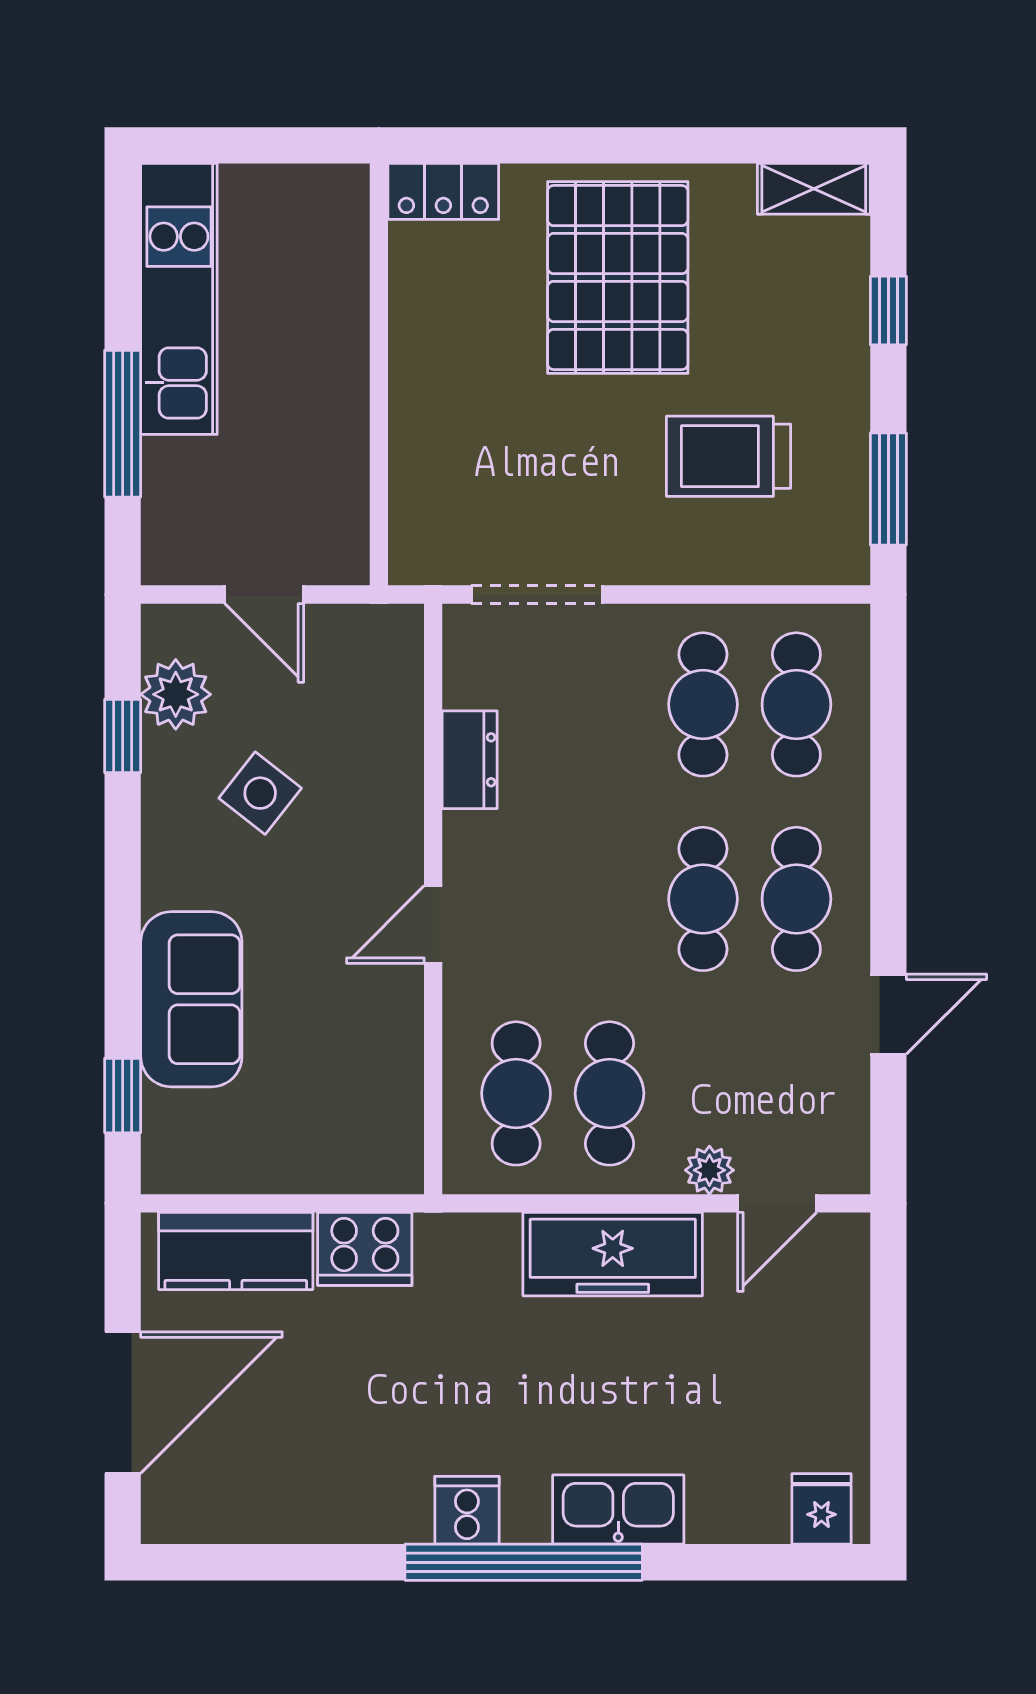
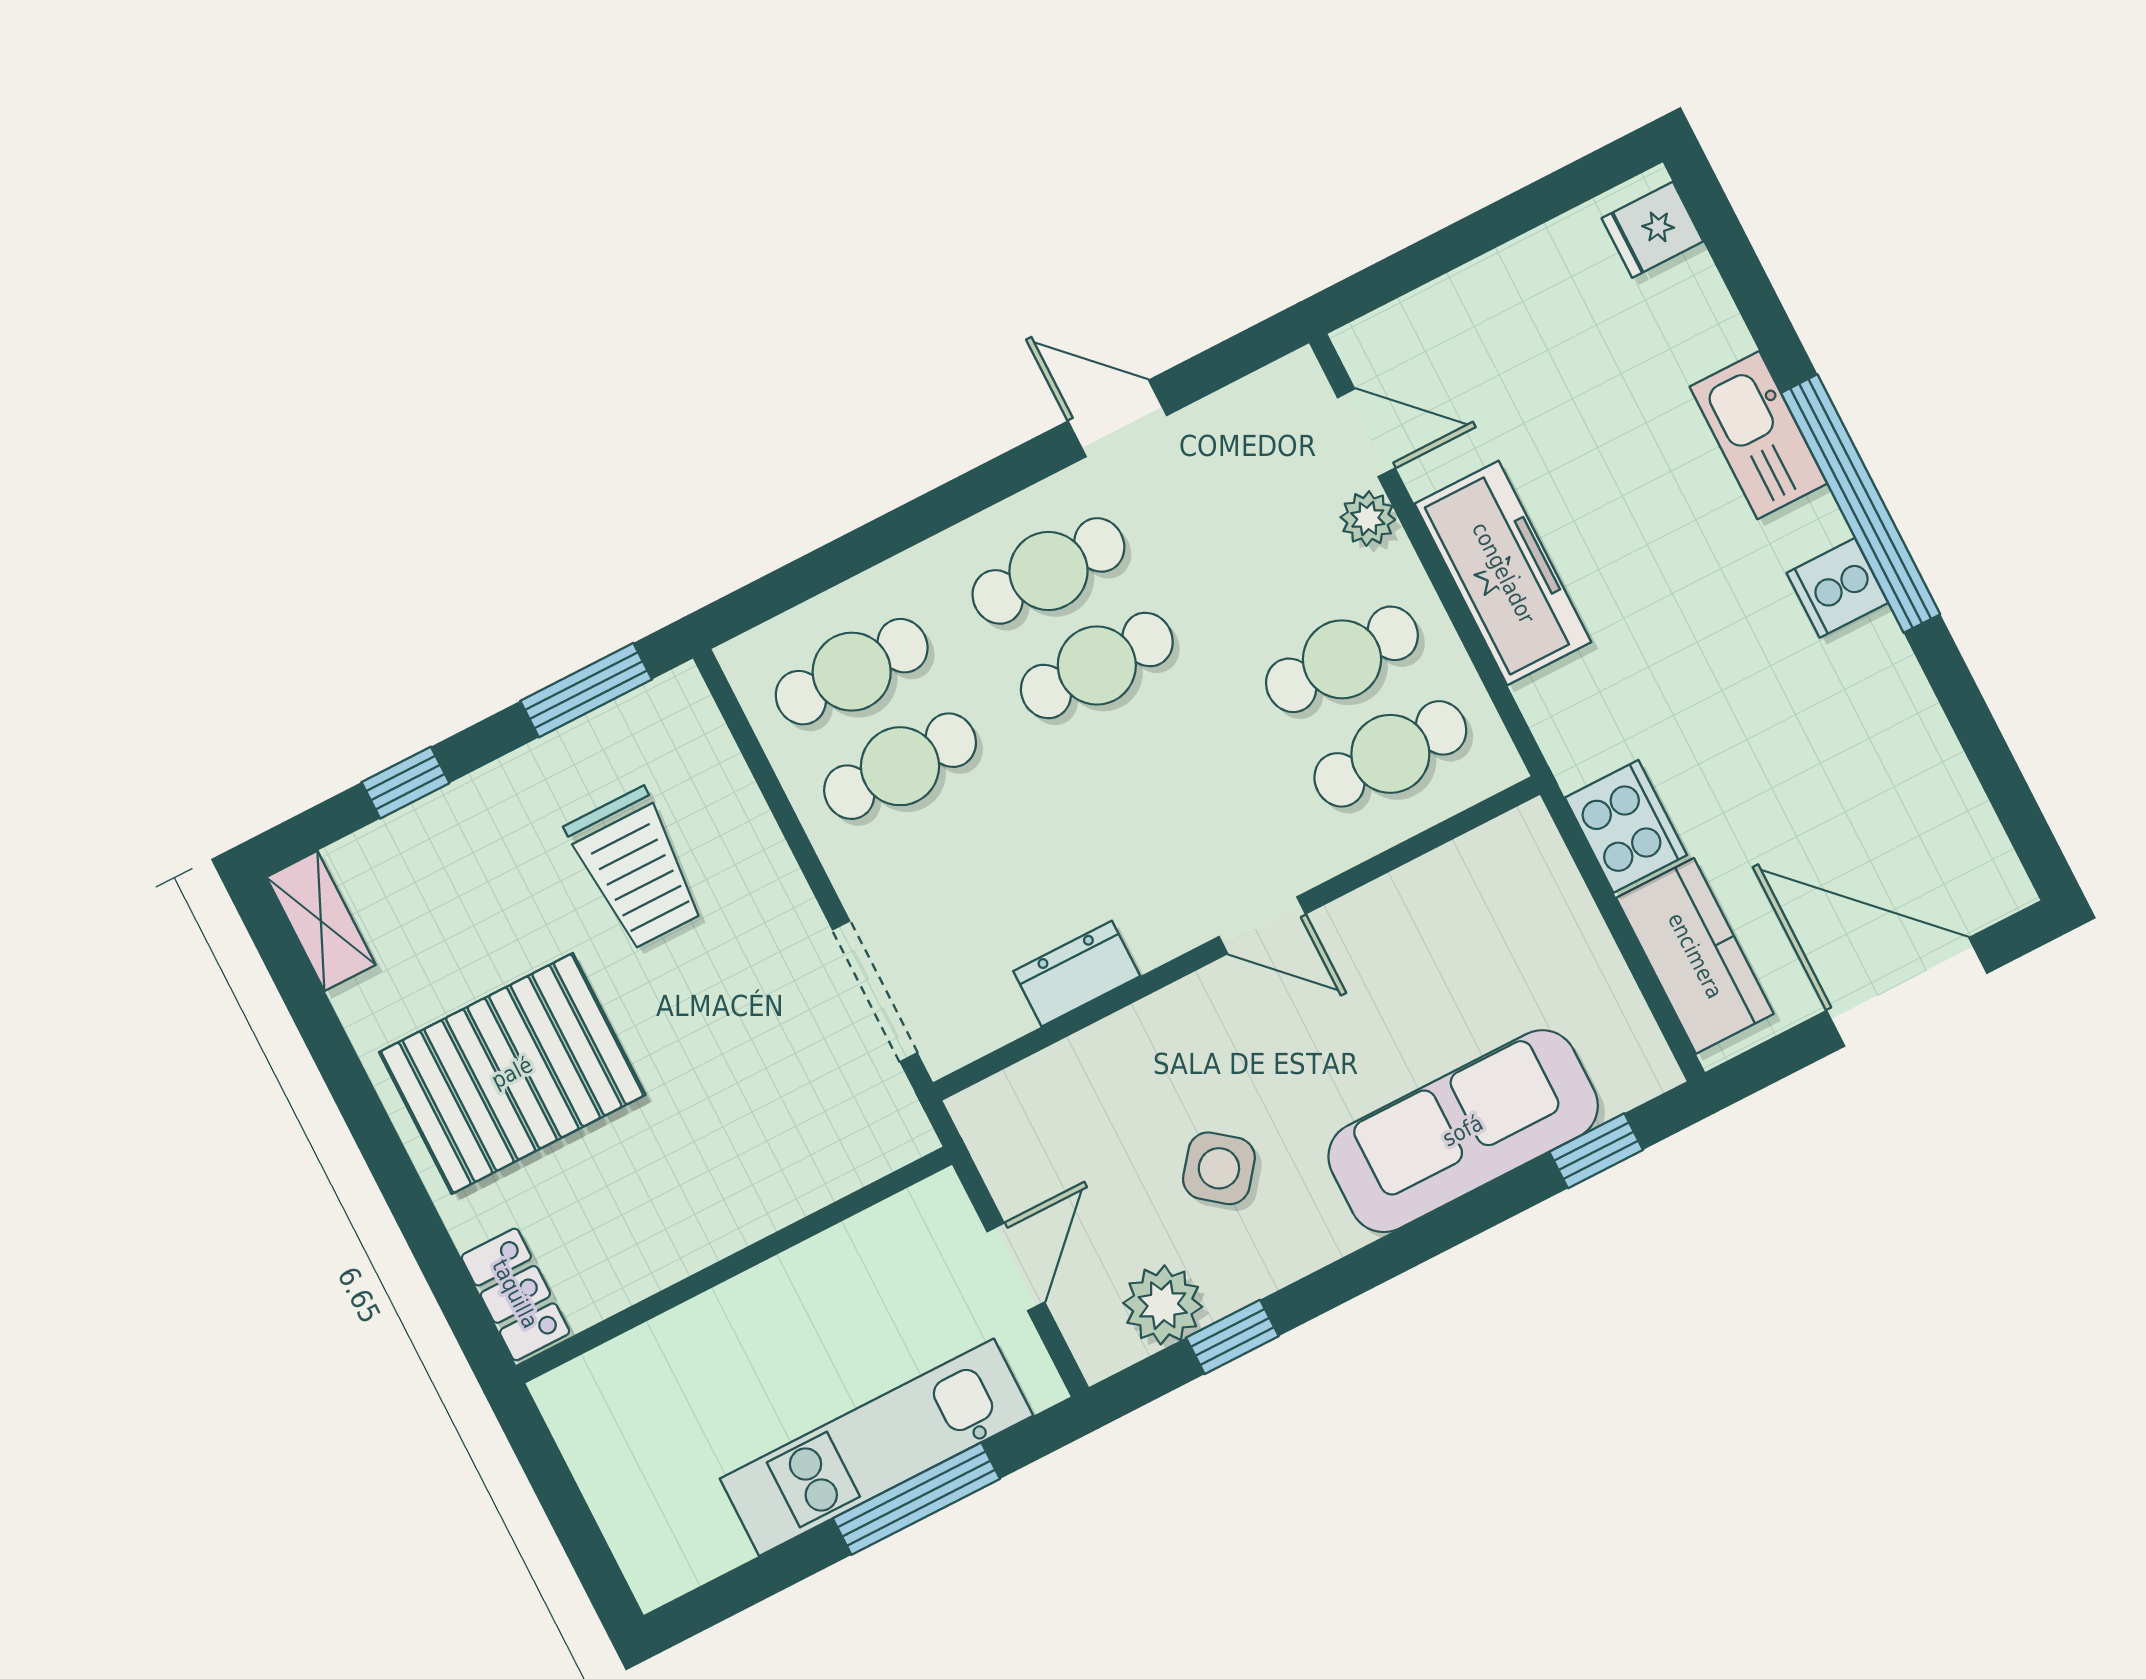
kitchen unit: (179, 299) -> (876, 1447), moved
sofa: (191, 999) -> (1463, 1131), width x1.36

